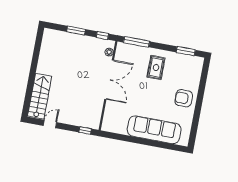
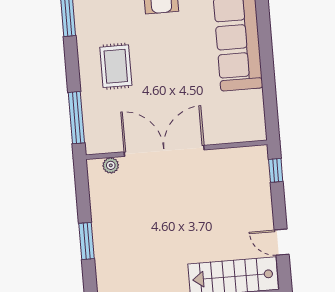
window: (102, 36) -> (82, 187), removed
rug: (156, 68) -> (116, 66), turned 90

